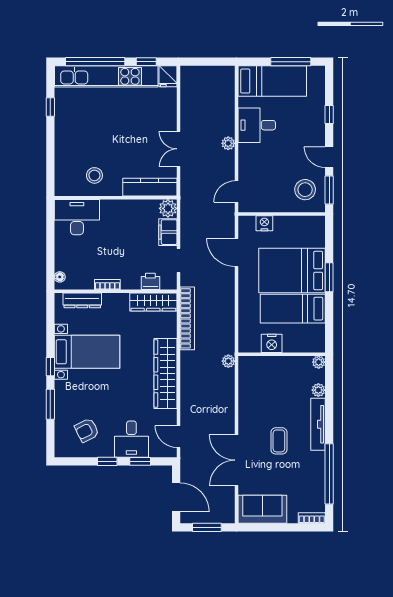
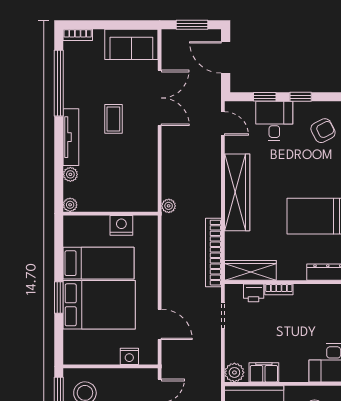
filing cabinet: (168, 232) -> (264, 372), moved, turned -90
bookcase: (107, 285) -> (279, 289), moved

